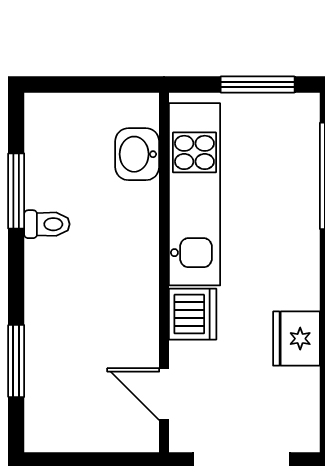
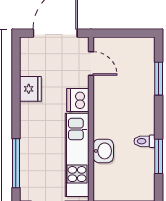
washbasin: (137, 154) -> (103, 151), moved

